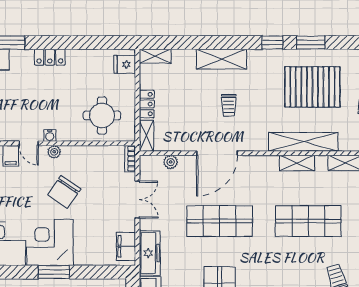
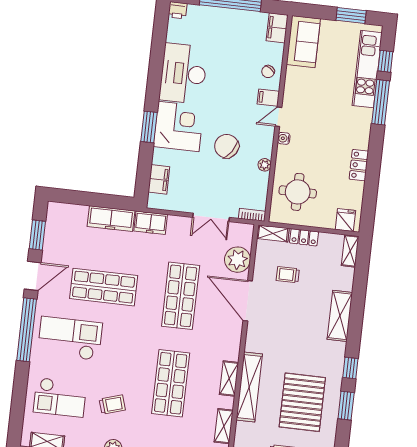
locker: (50, 57) -> (359, 165), moved
trolley: (229, 105) -> (288, 275), moved
plant: (54, 152) -> (265, 165), moved
plant: (171, 162) -> (237, 260), width x1.88, depth x1.88
filing cabinet: (126, 246) -> (159, 179), moved, turned 90
freezer: (150, 253) -> (151, 223), width x0.71

